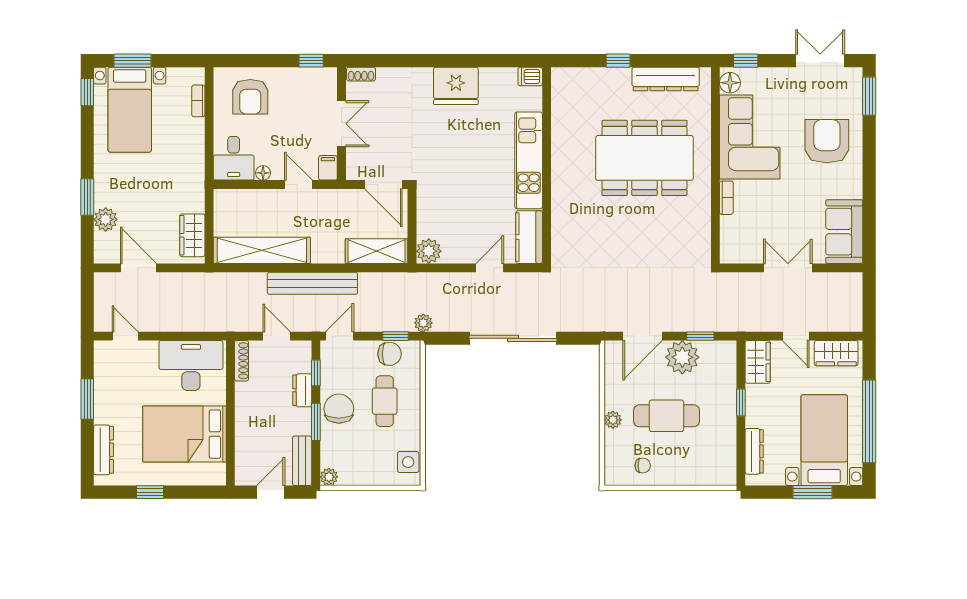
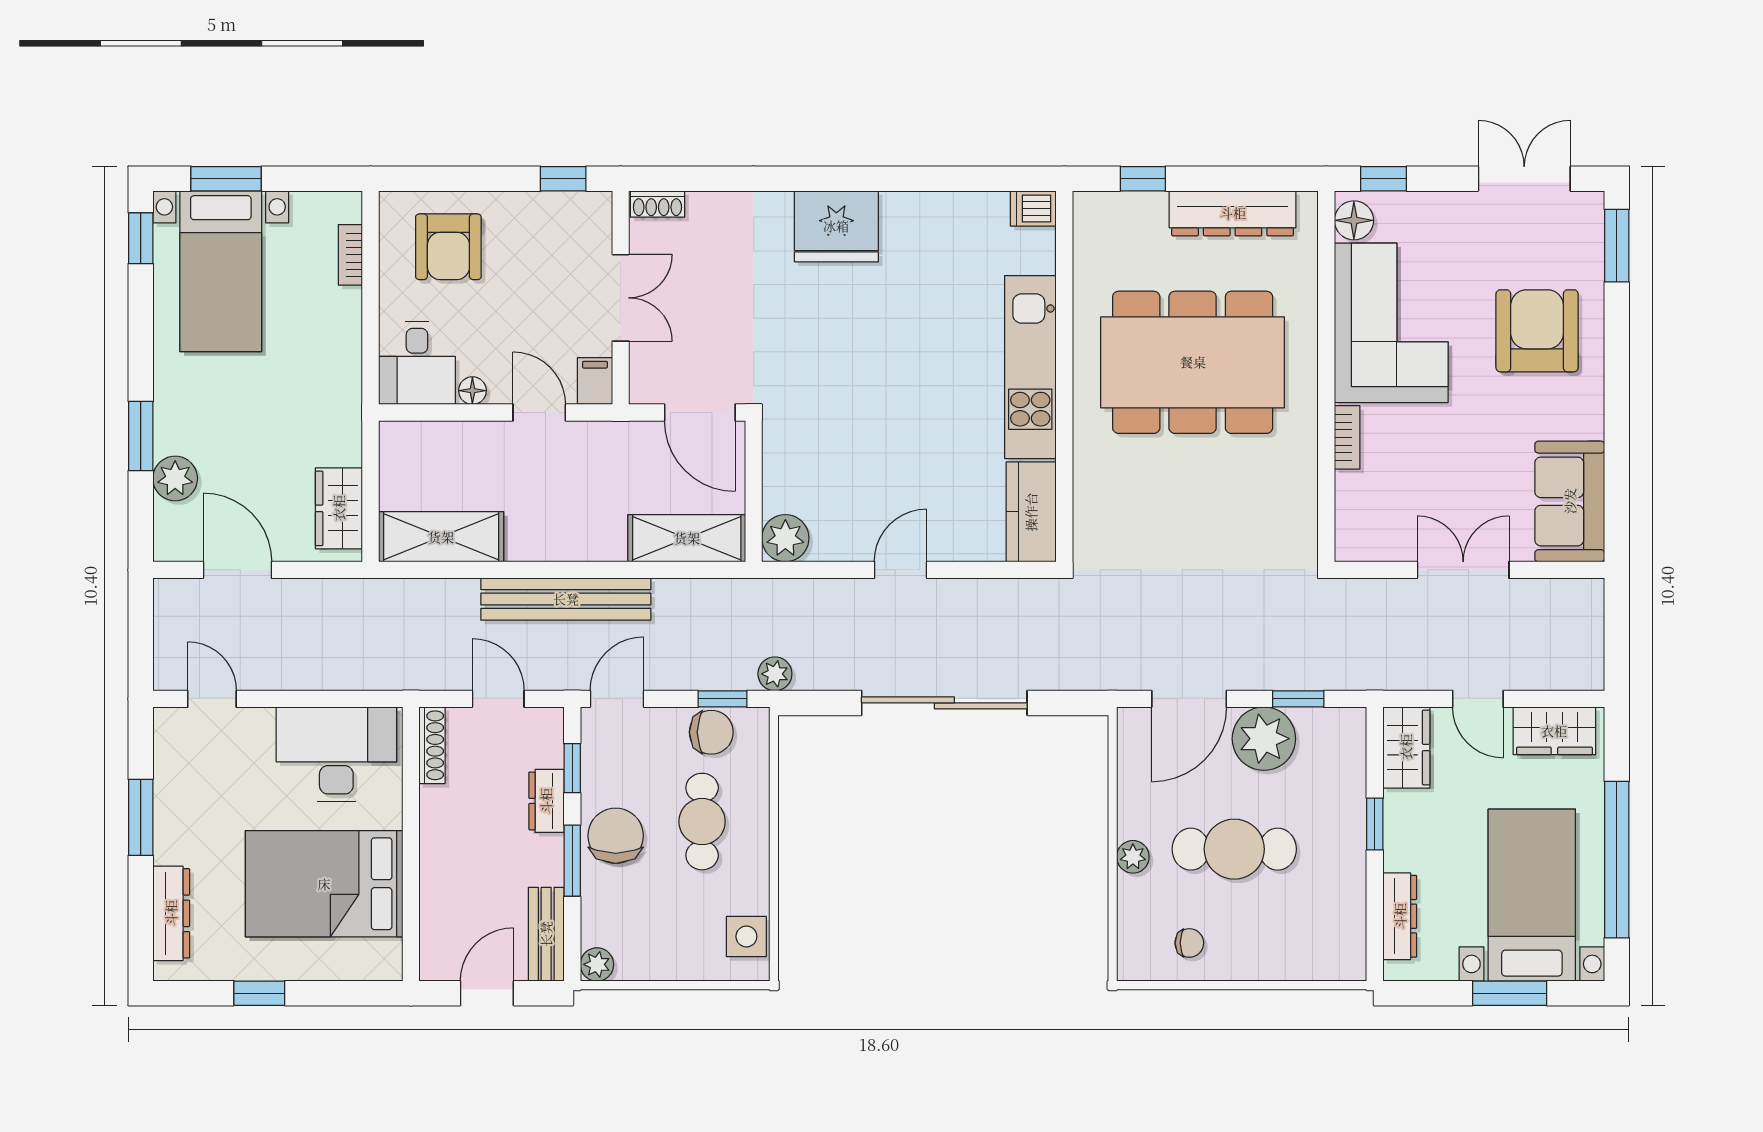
dishwasher: (530, 76) -> (1033, 208), moved
kitchen unit: (529, 160) -> (1030, 367), moved
wall: (547, 165) -> (1064, 376), moved
kitchen counter: (529, 237) -> (1031, 512), moved
shelving: (262, 250) -> (441, 537), width x0.68

